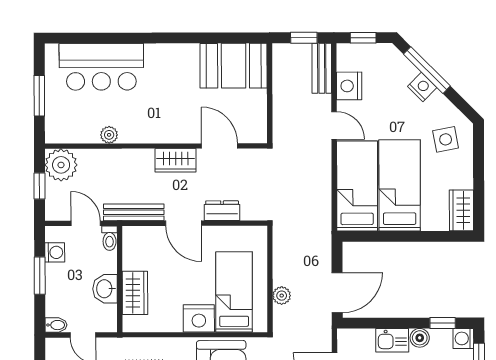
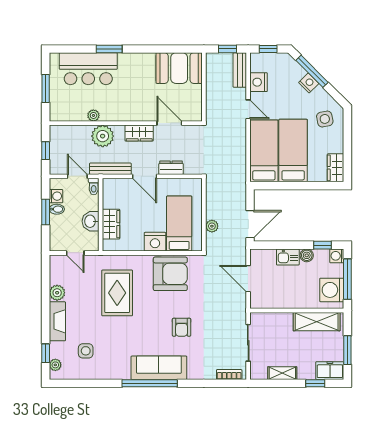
window: (132, 38) -> (109, 49), added
plant: (61, 165) -> (103, 136), moved
bidet: (56, 325) -> (57, 209), moved

